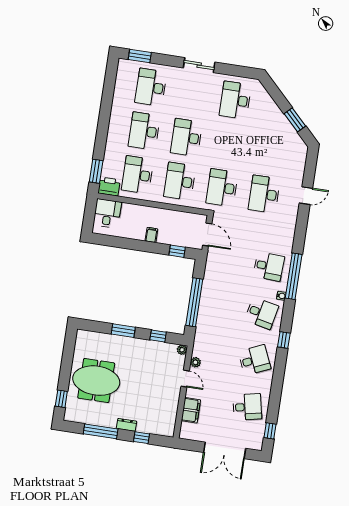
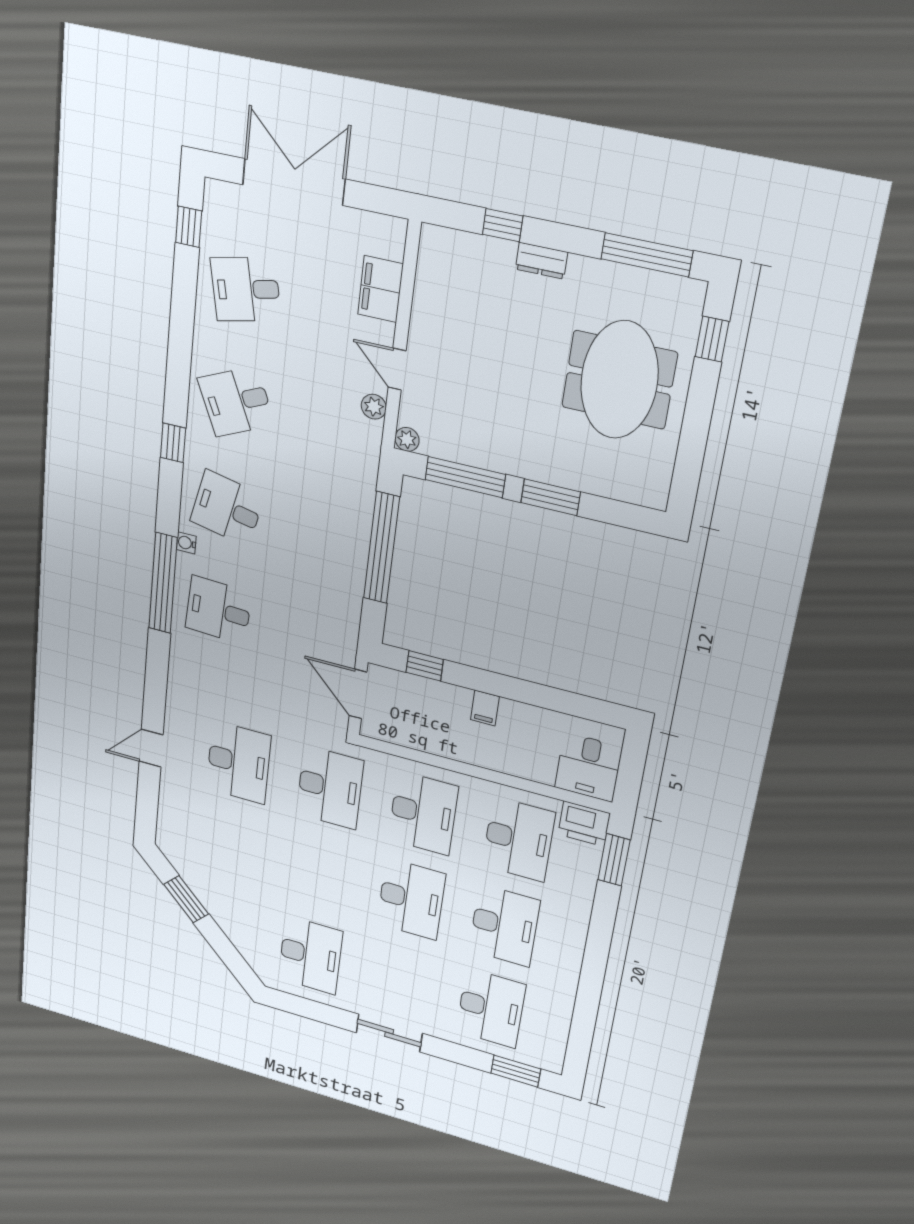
window: (158, 336) -> (465, 477), width x2.17
meeting table: (96, 381) -> (619, 380), turned 90
window: (101, 431) -> (647, 255), moved

